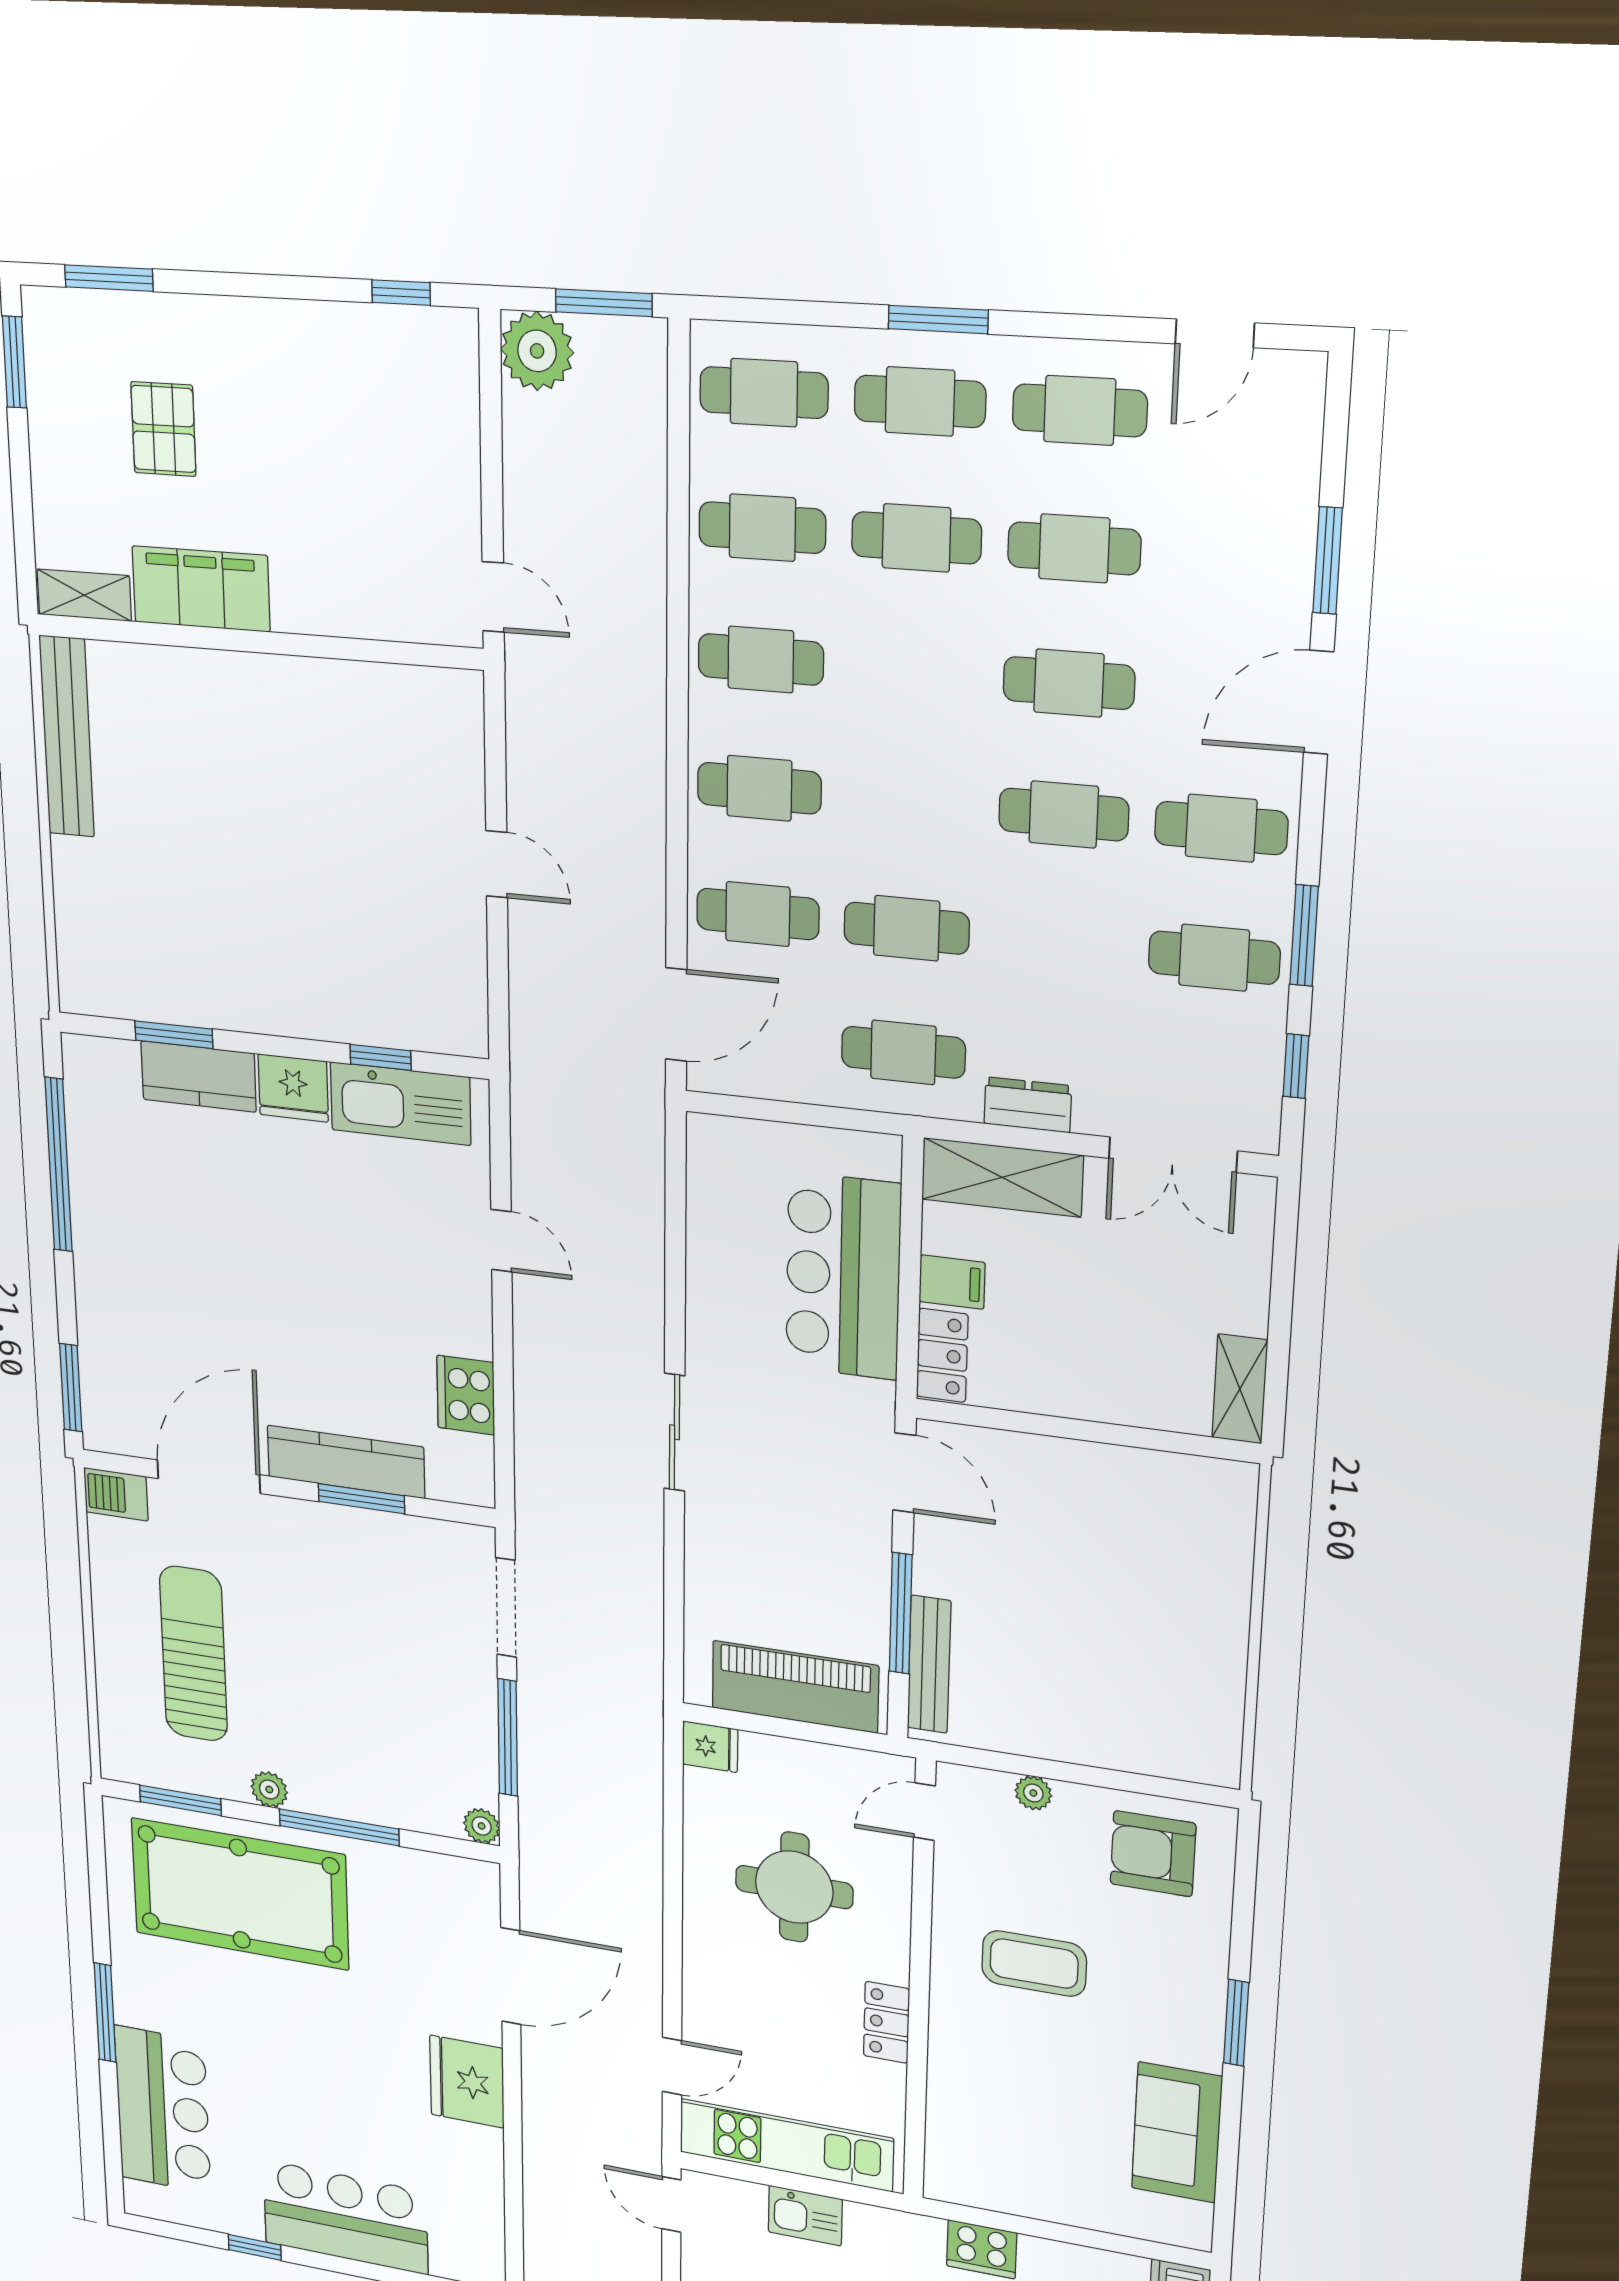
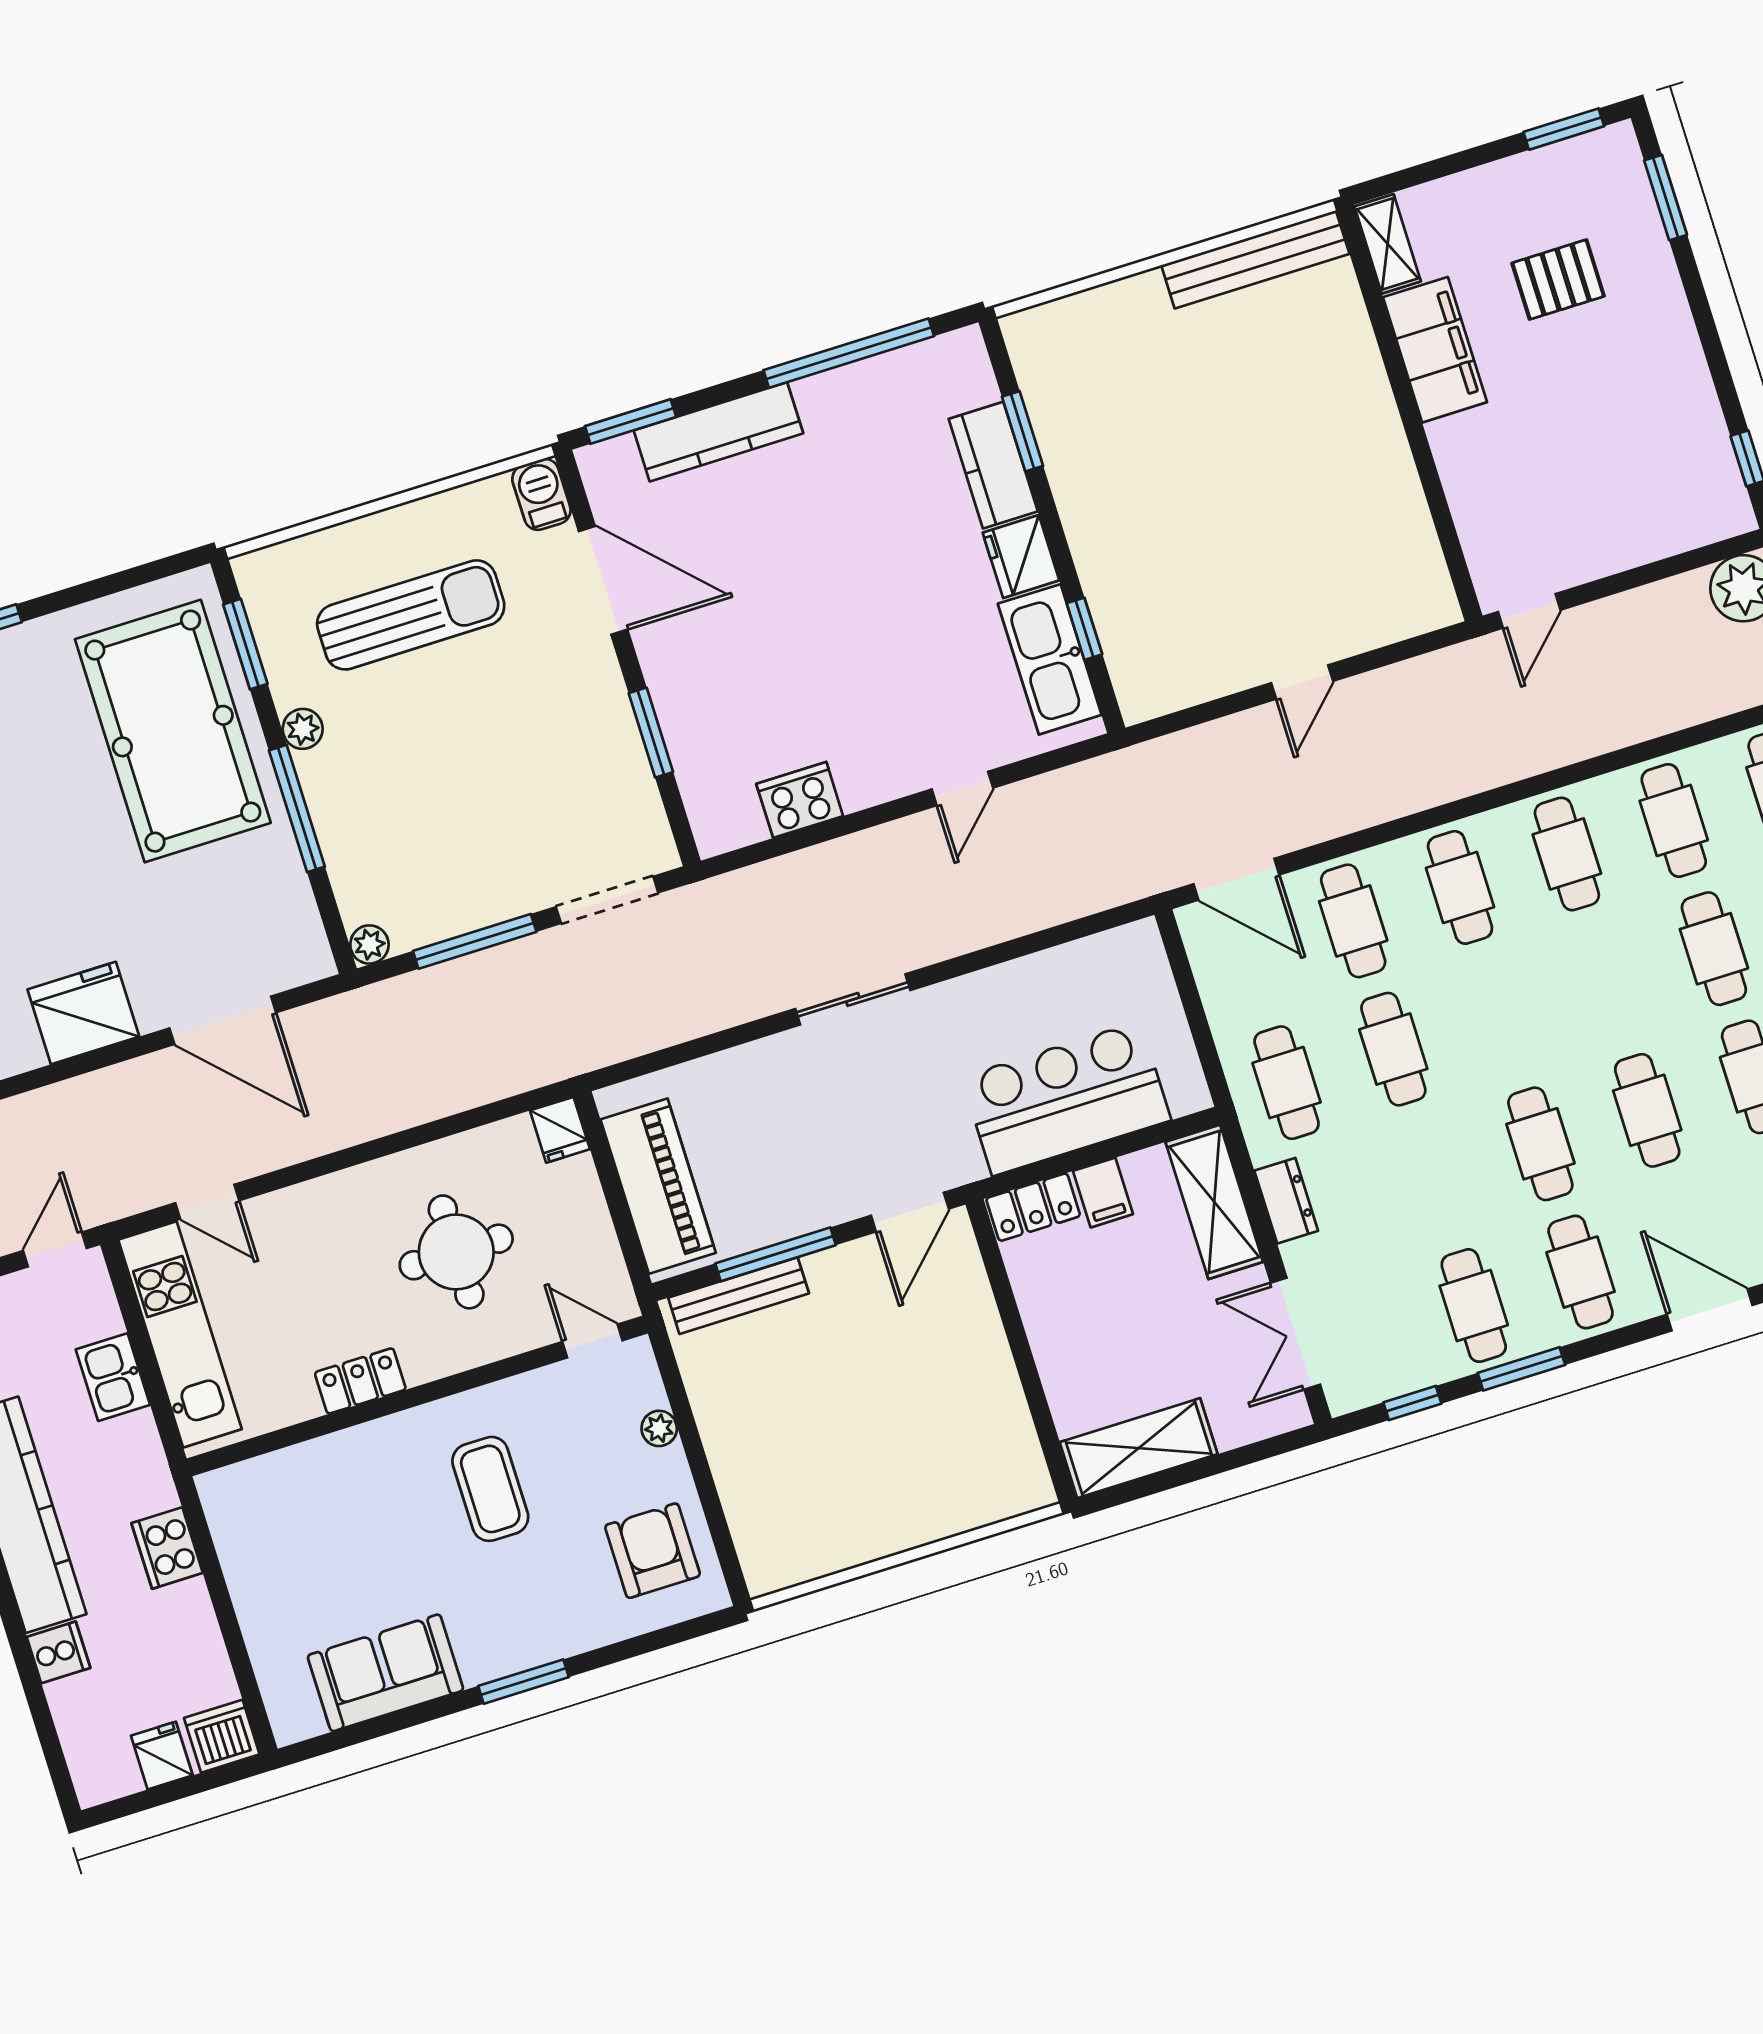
shelving: (1240, 1389) -> (1139, 1448), width x1.50, depth x1.33
kitchen counter: (346, 1462) -> (718, 432), moved, turned 90

